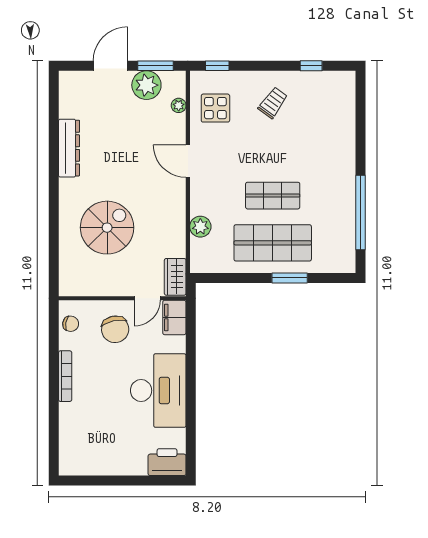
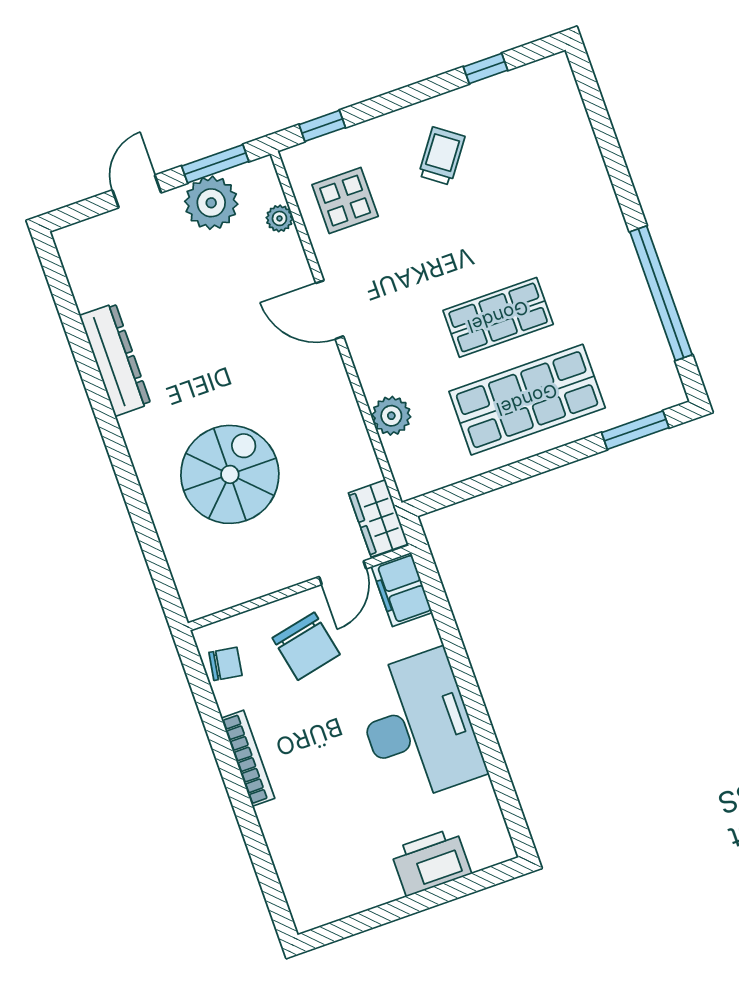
door: (110, 66) -> (137, 191), width x0.73
window: (290, 278) -> (635, 430), moved
printer: (167, 462) -> (431, 862), moved

